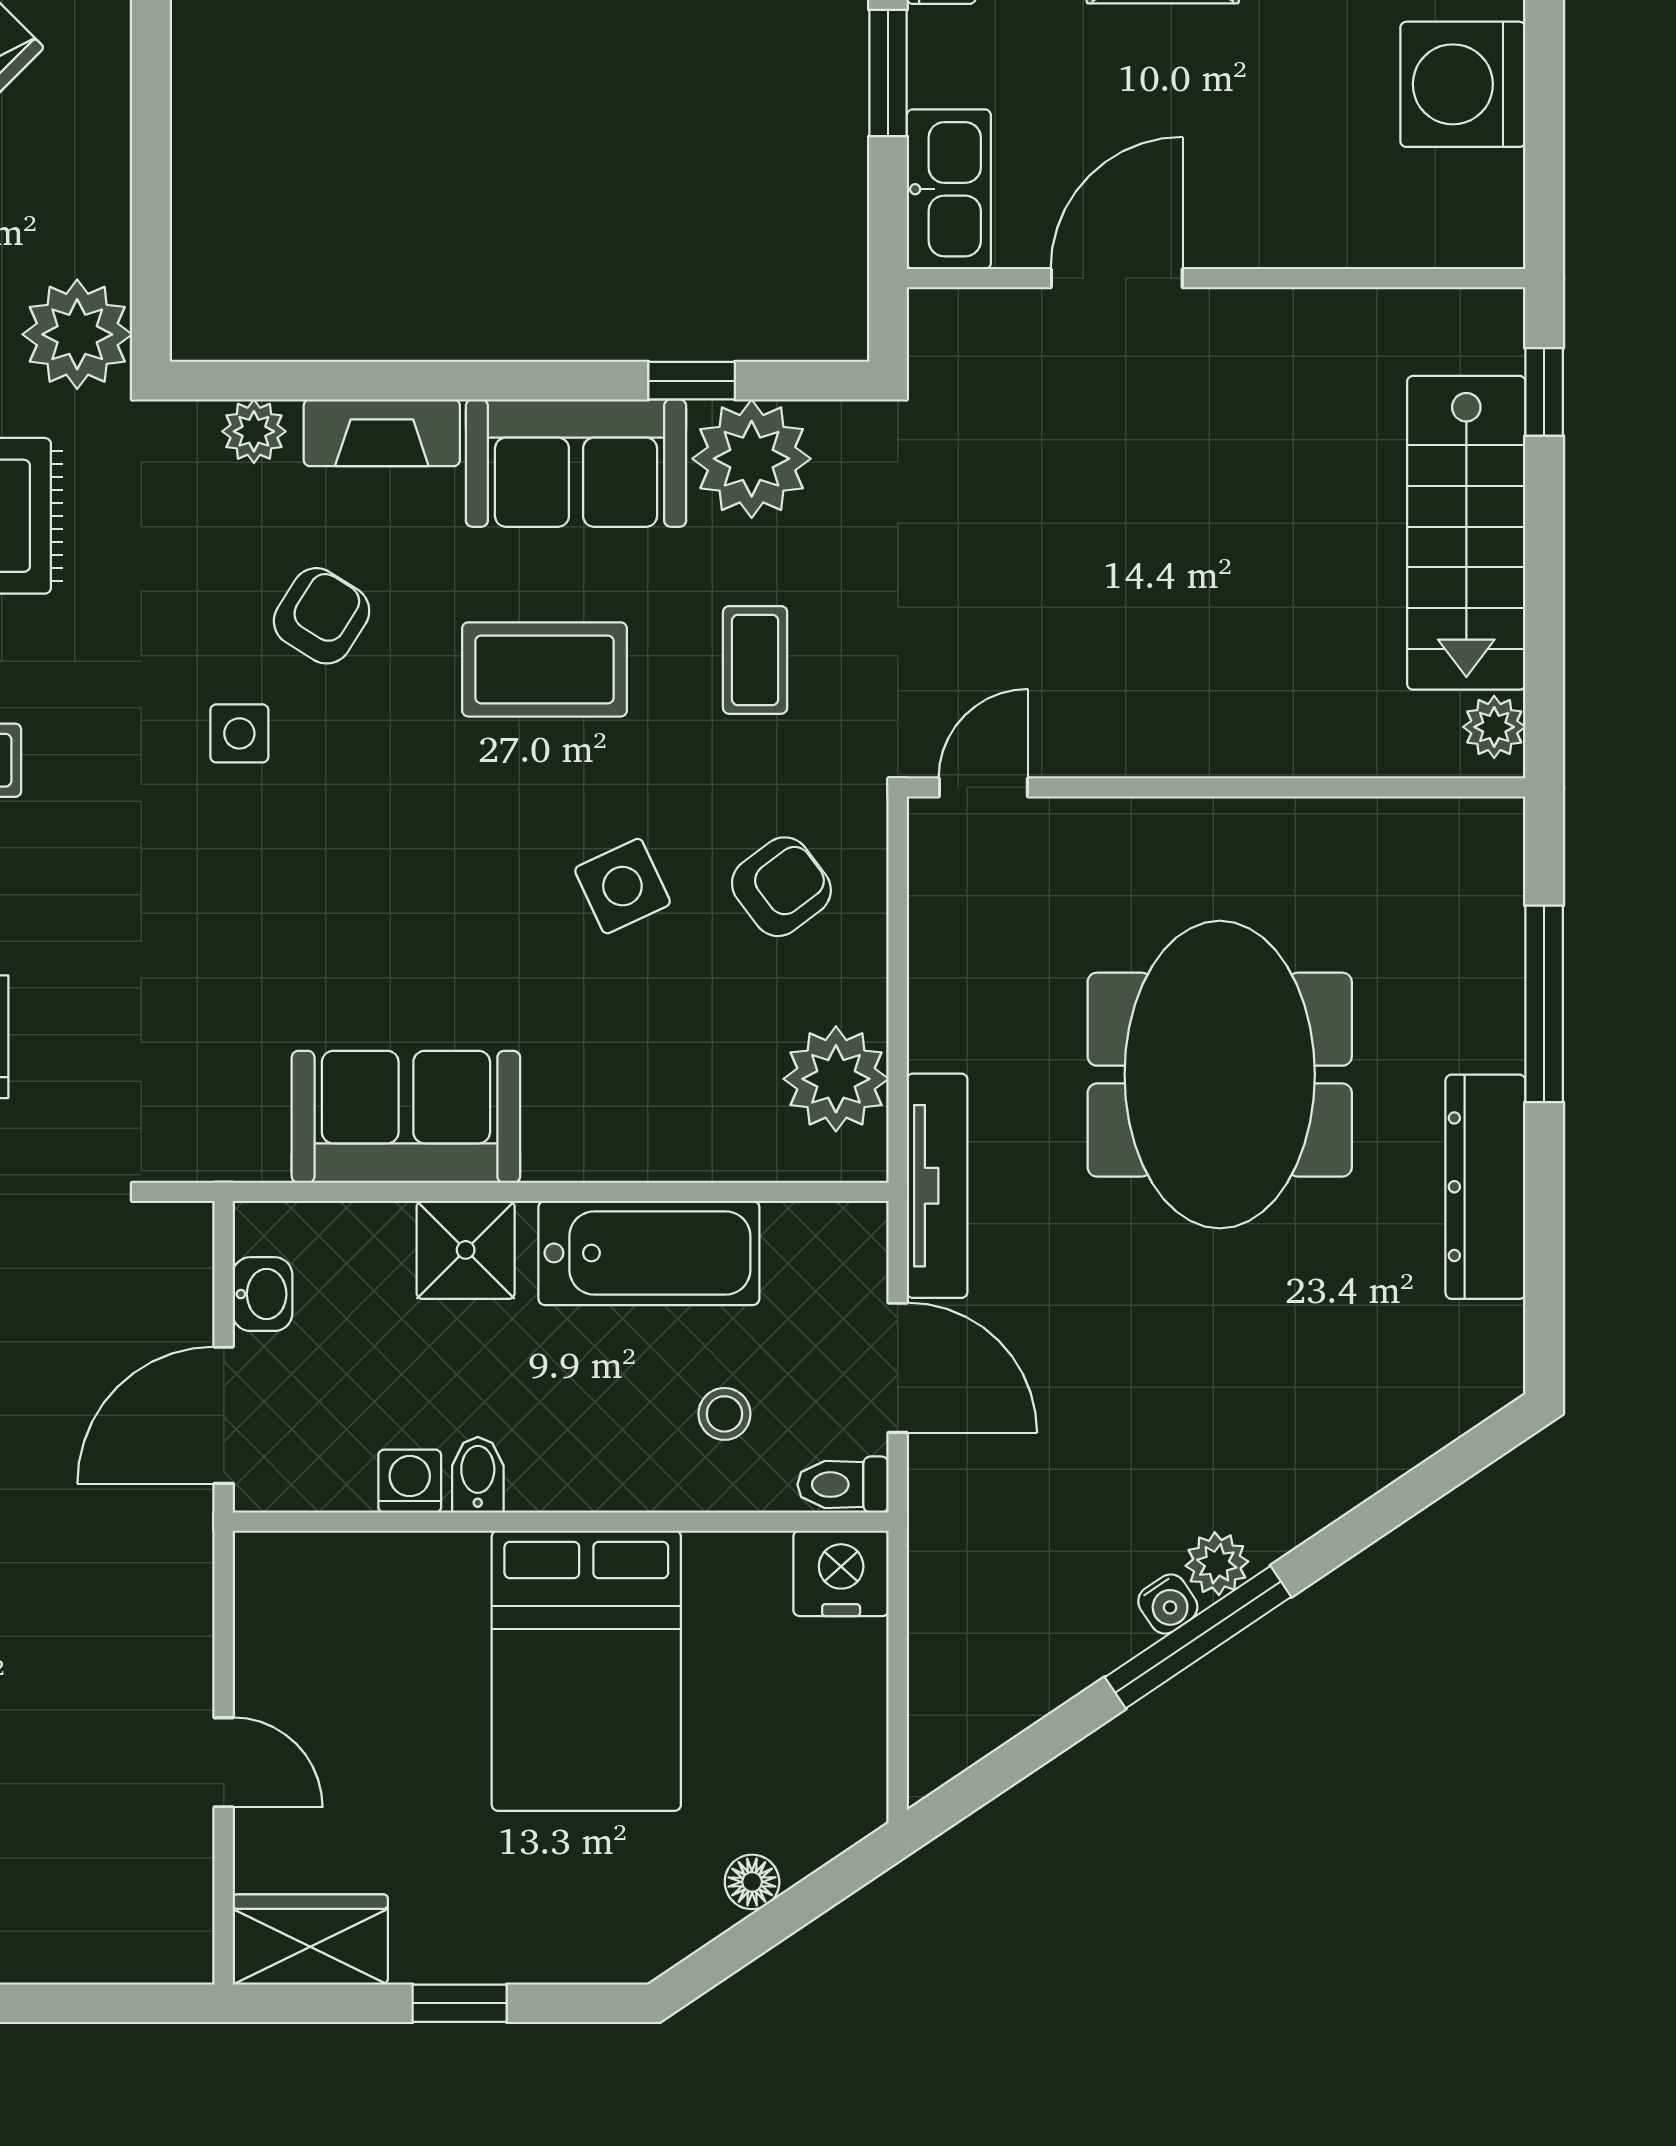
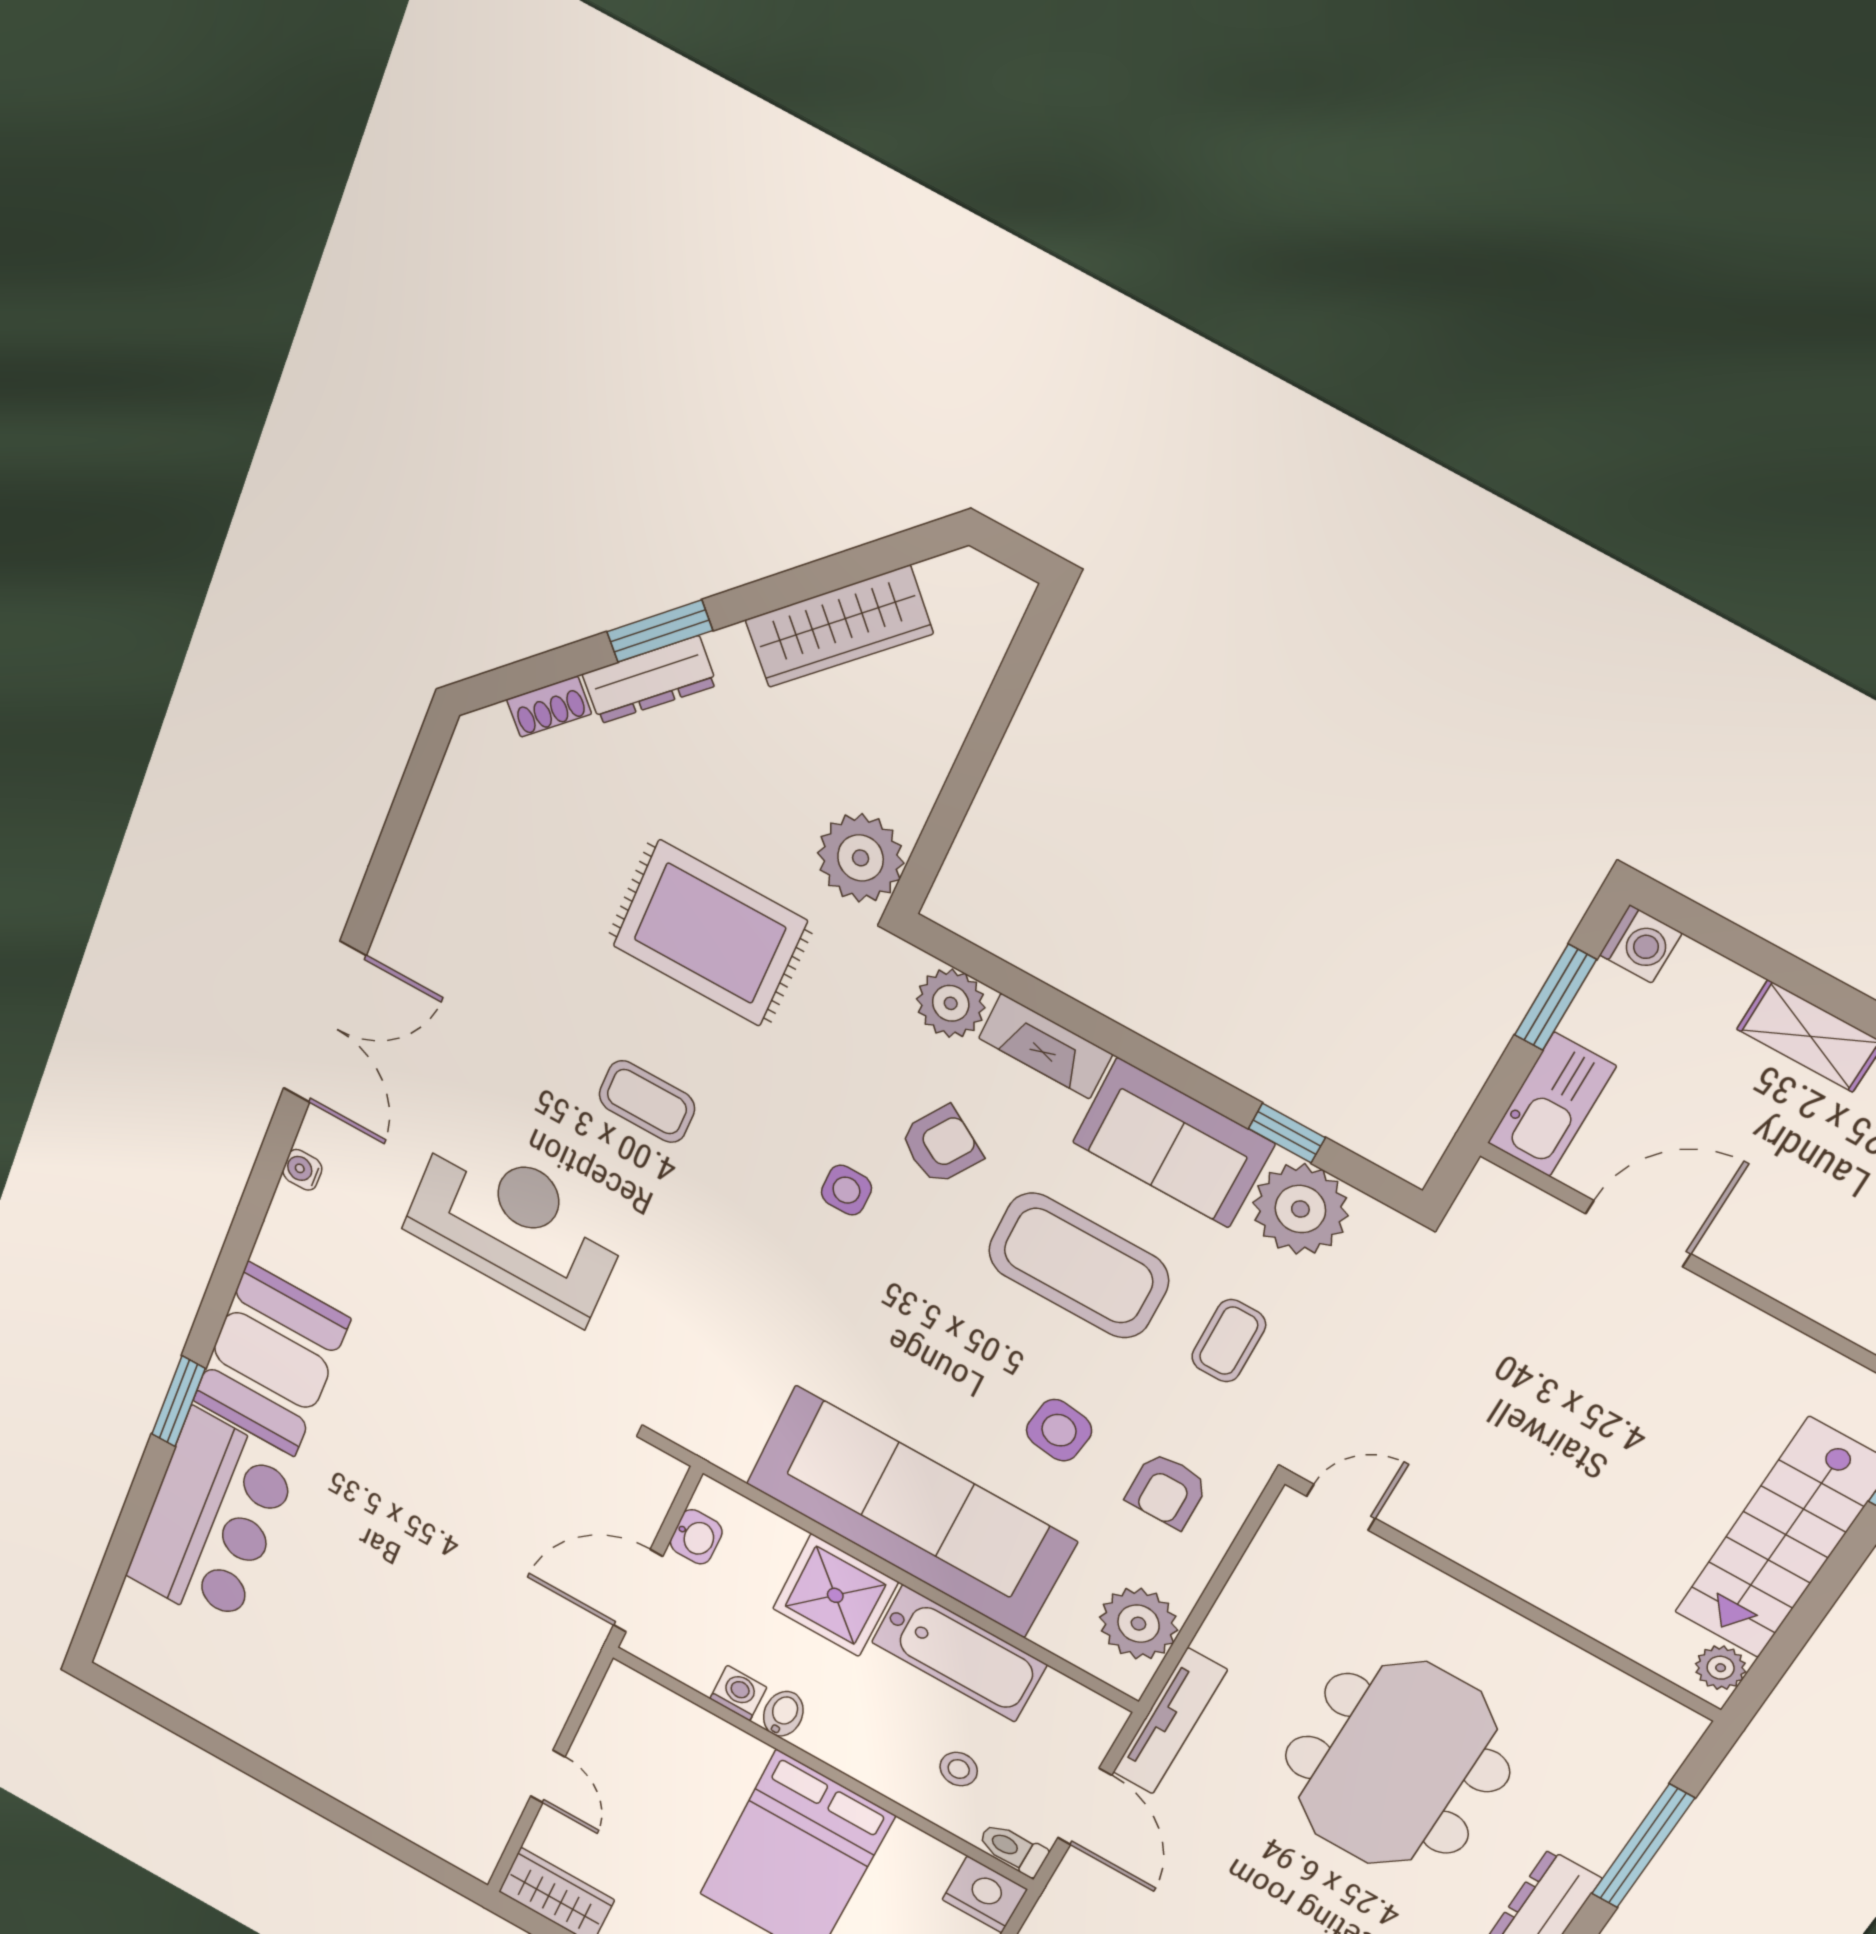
plant: (254, 431) -> (951, 1003), width x1.38, depth x1.38
coffee table: (545, 669) -> (1078, 1266), width x1.36, depth x1.32
side table: (622, 886) -> (1059, 1430), turned 33
armchair: (781, 887) -> (1167, 1490), turned 127
sofa: (406, 1117) -> (911, 1512), width x1.85, depth x1.27
shower: (466, 1250) -> (835, 1595), width x1.36, depth x1.36

